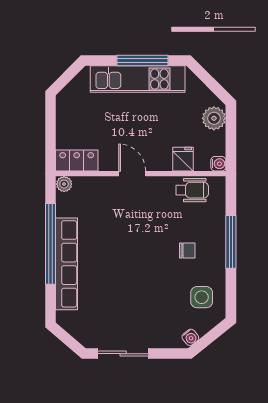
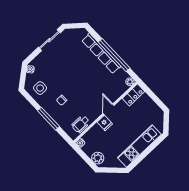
window: (142, 61) -> (144, 154), removed
fridge: (183, 159) -> (105, 123), moved
door: (132, 174) -> (108, 109), swing flipped

